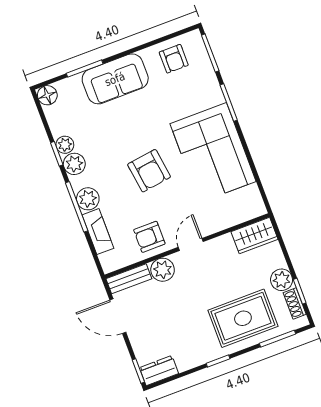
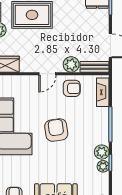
plant: (88, 199) -> (101, 127), removed
fireplace: (98, 232) -> (103, 92), moved

